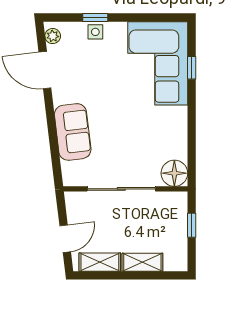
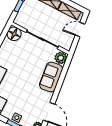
plant: (73, 173) -> (61, 58), added

